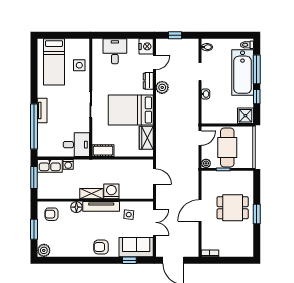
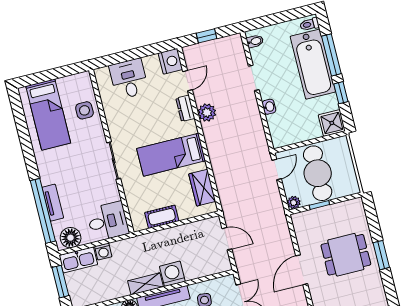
bed: (131, 110) -> (171, 155), width x0.67
tv unit: (42, 111) -> (53, 203), moved
floor lamp: (48, 149) -> (71, 238), added
cot: (103, 151) -> (162, 217), moved

